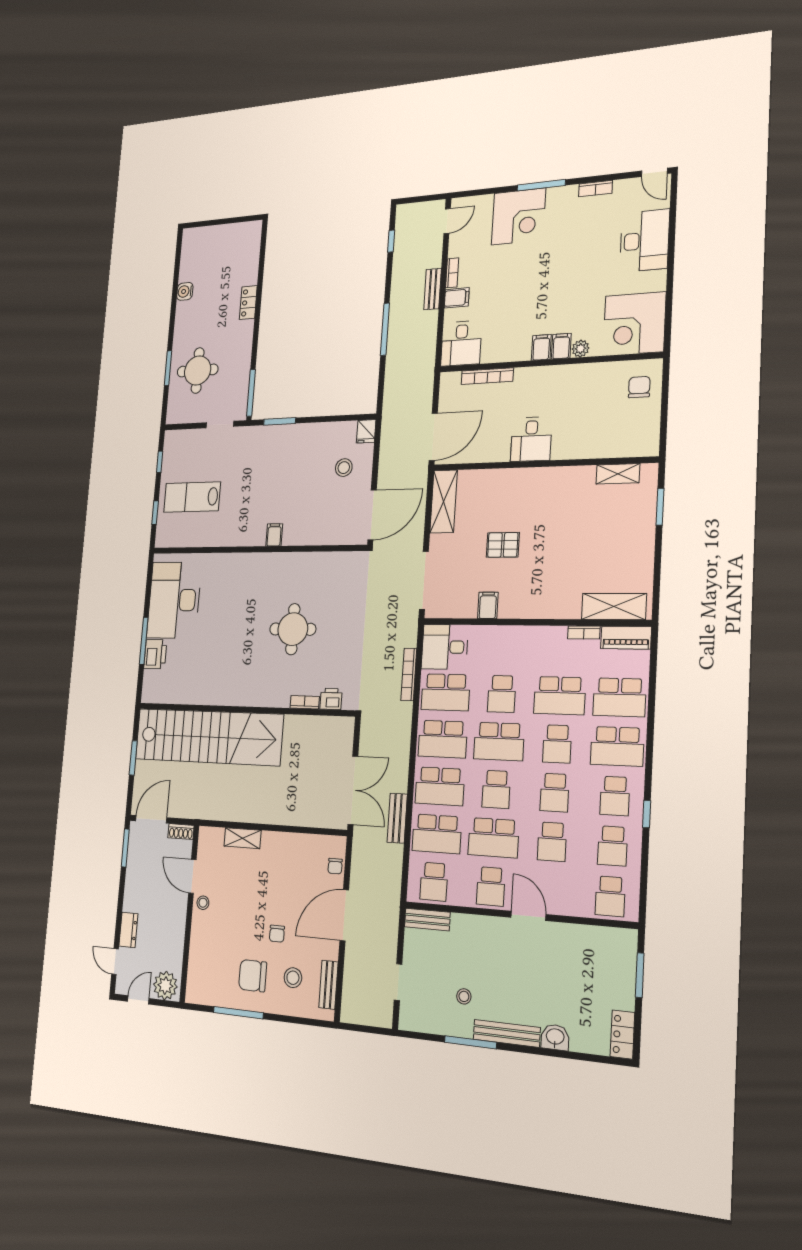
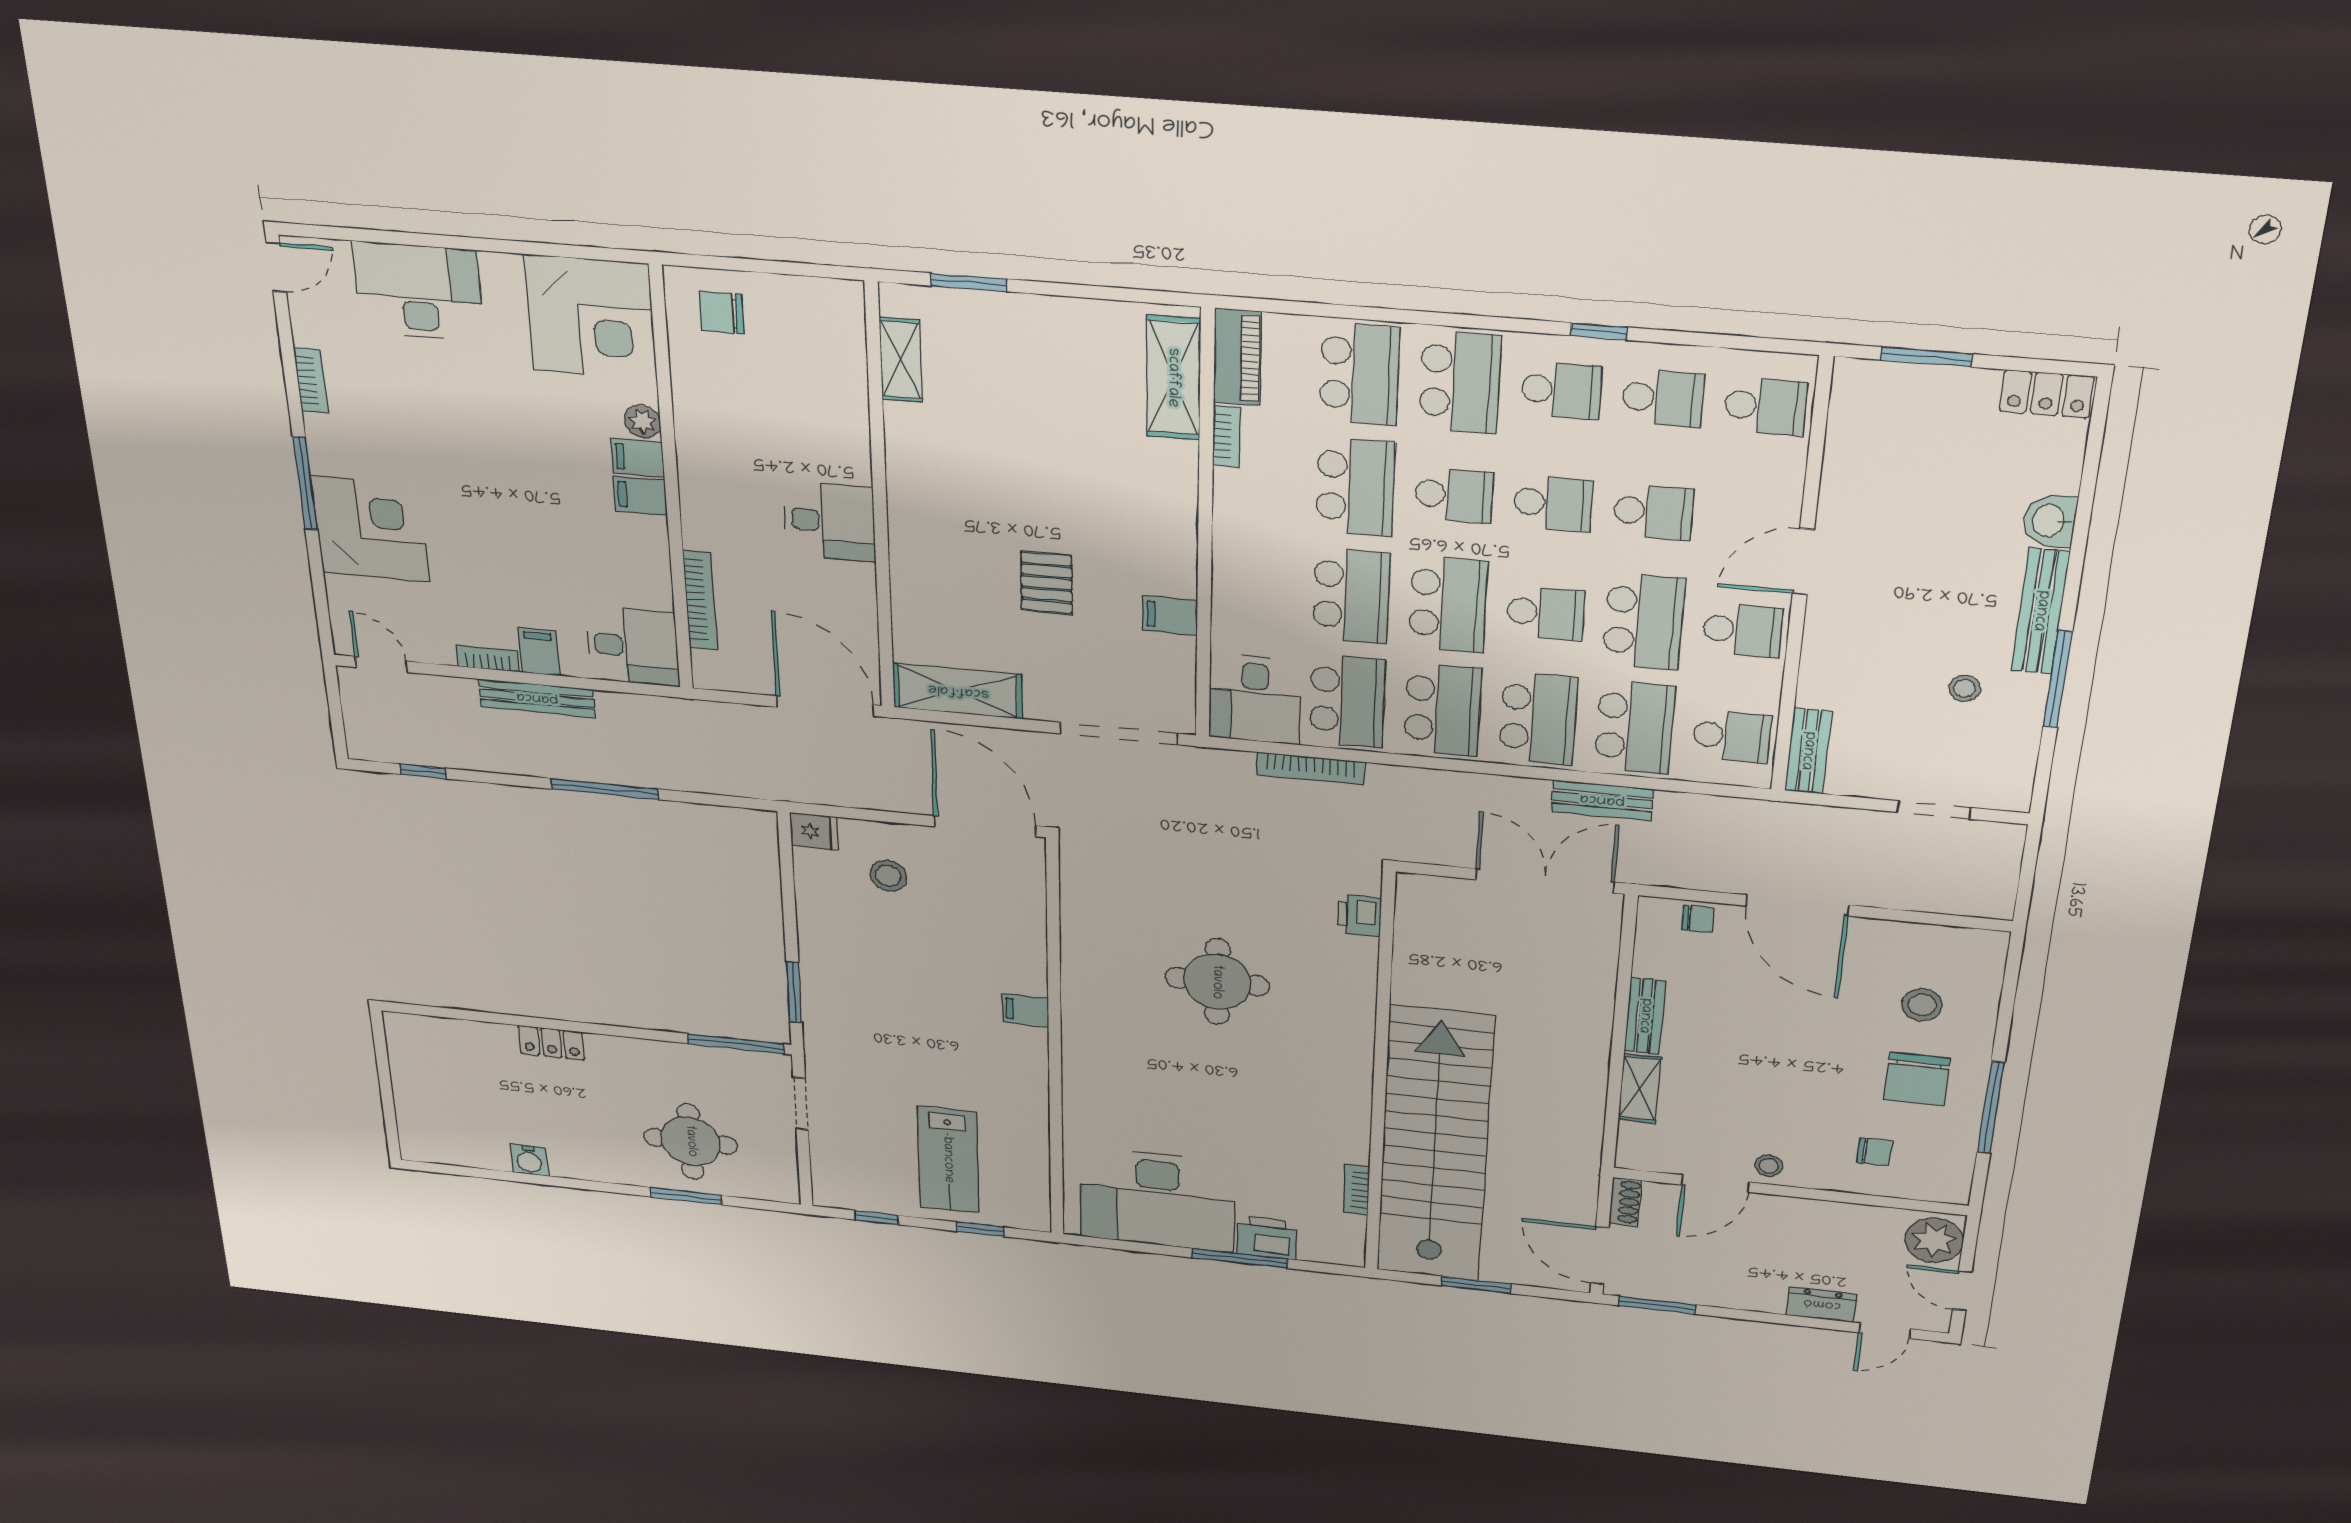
bench: (433, 289) -> (537, 698), width x1.36
school desk: (502, 694) -> (1351, 596), width x1.85
bookcase: (305, 702) -> (1356, 1190), moved
chair: (277, 934) -> (1874, 1152), moved
bench: (328, 985) -> (1645, 1016), moved, turned 90

